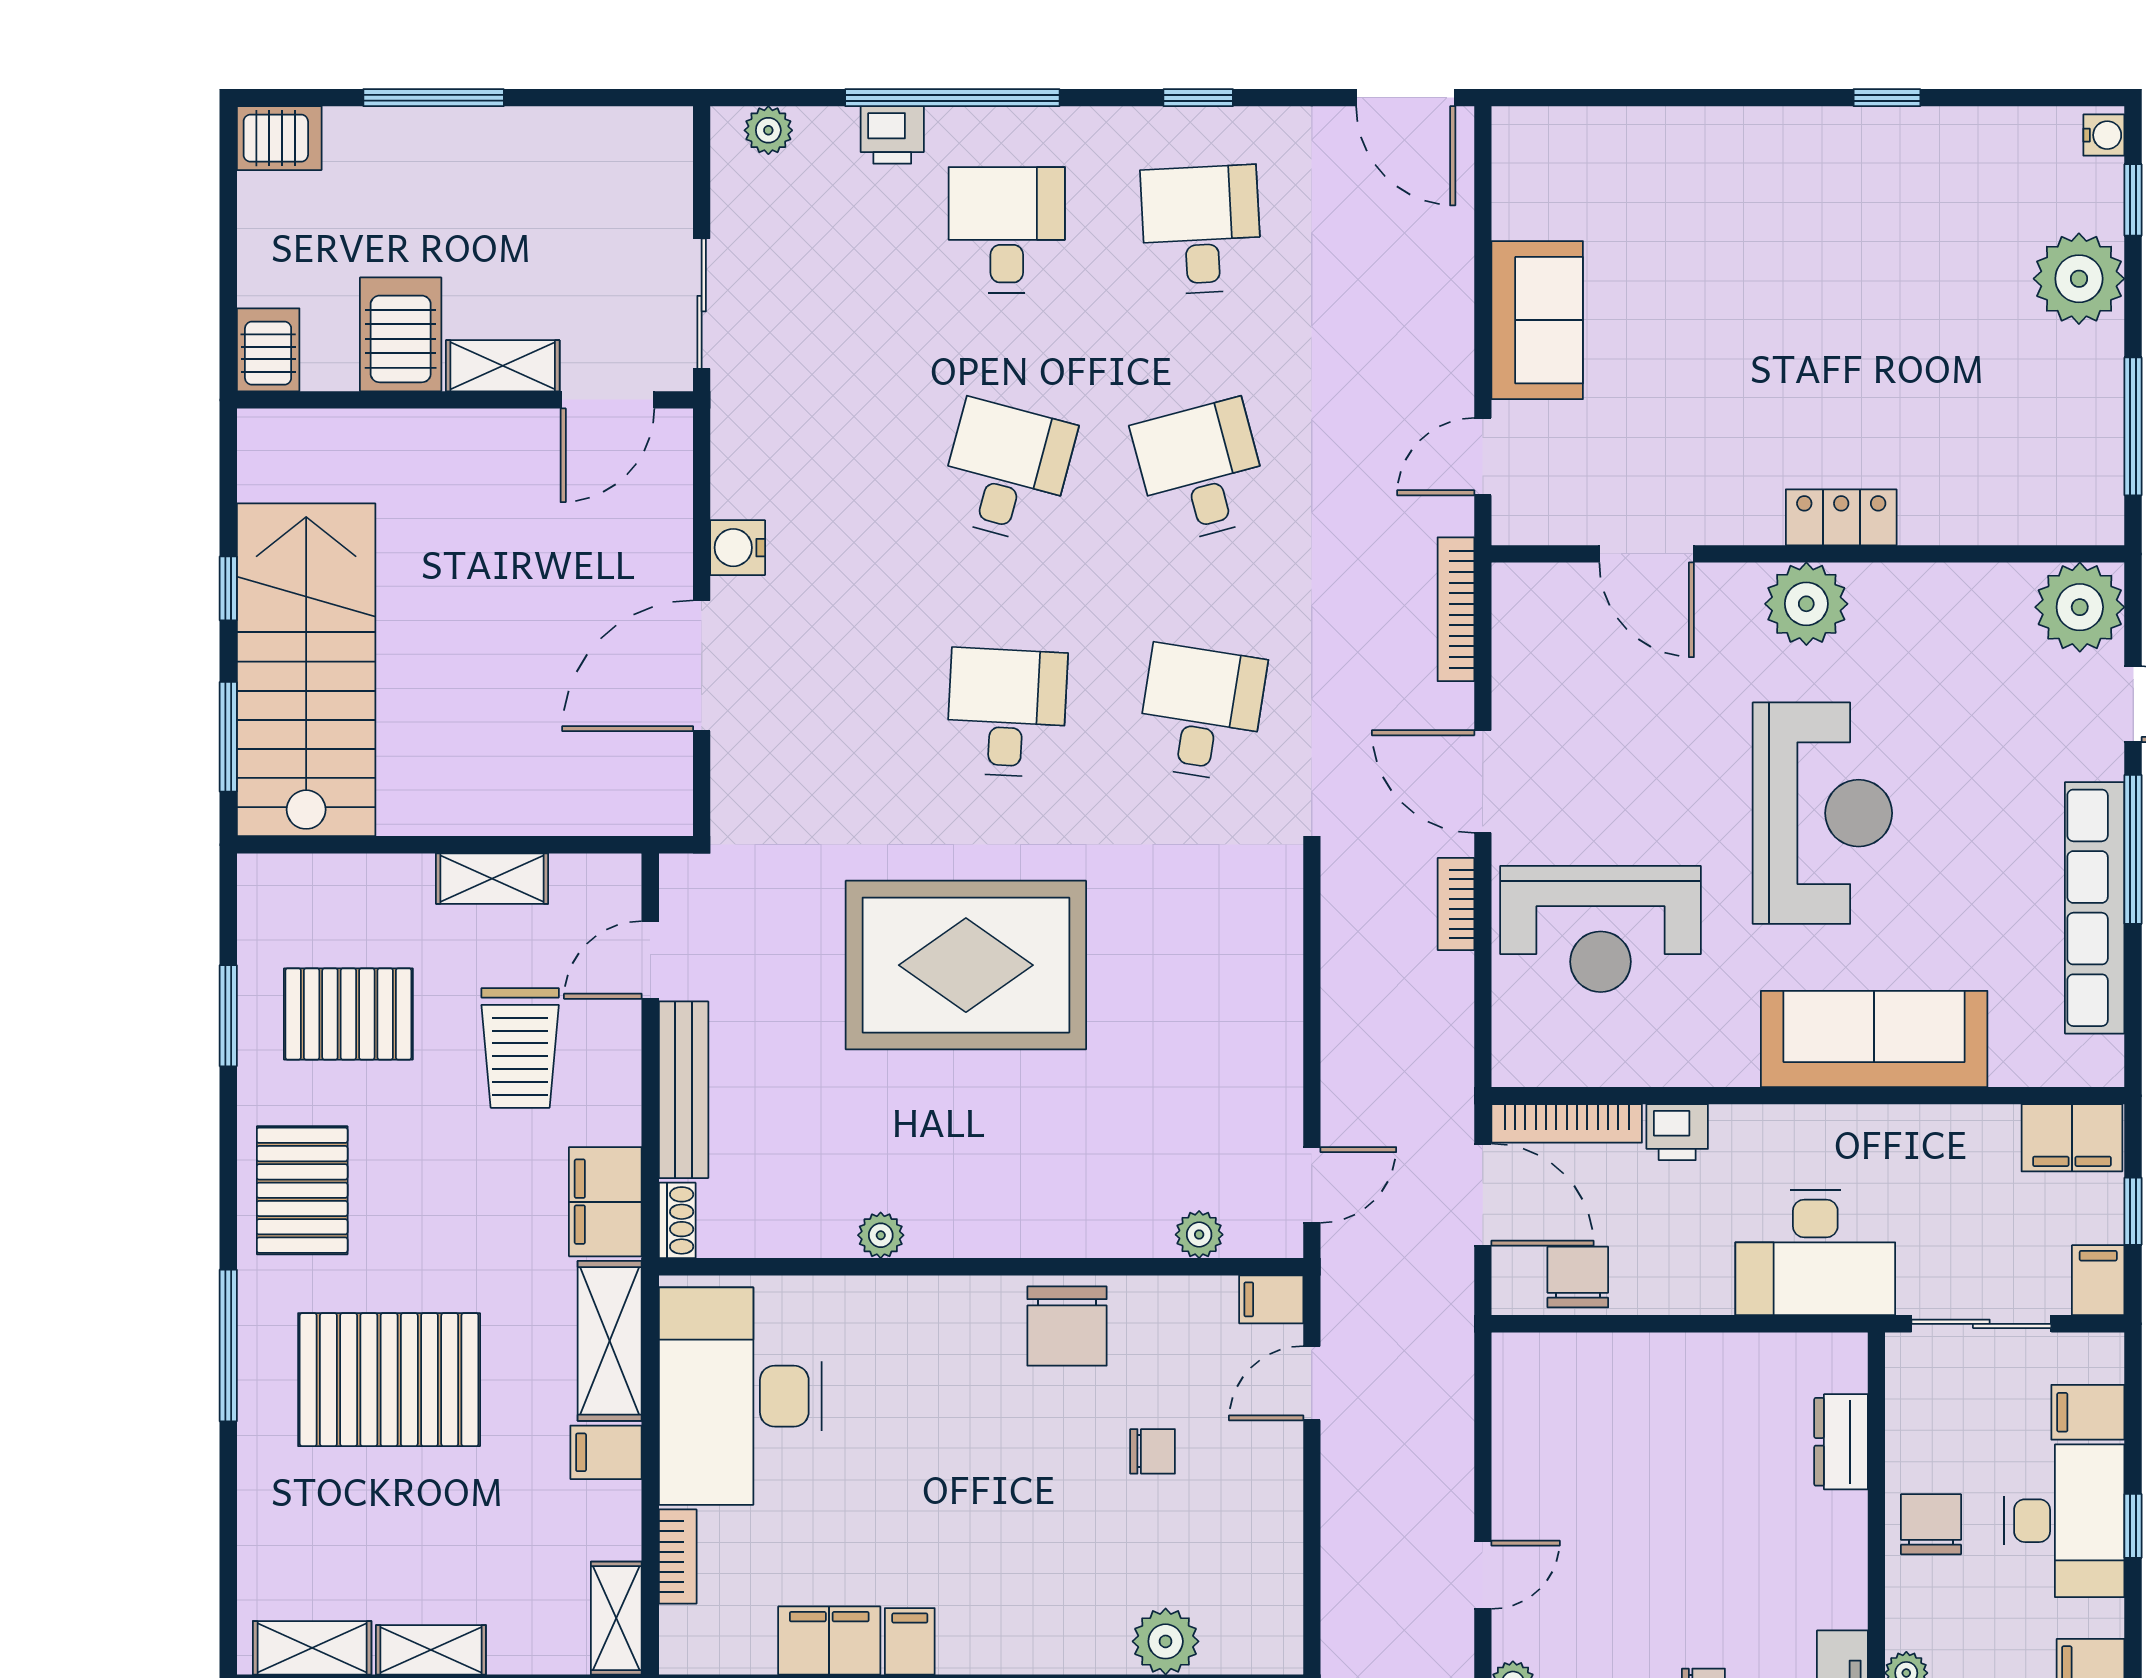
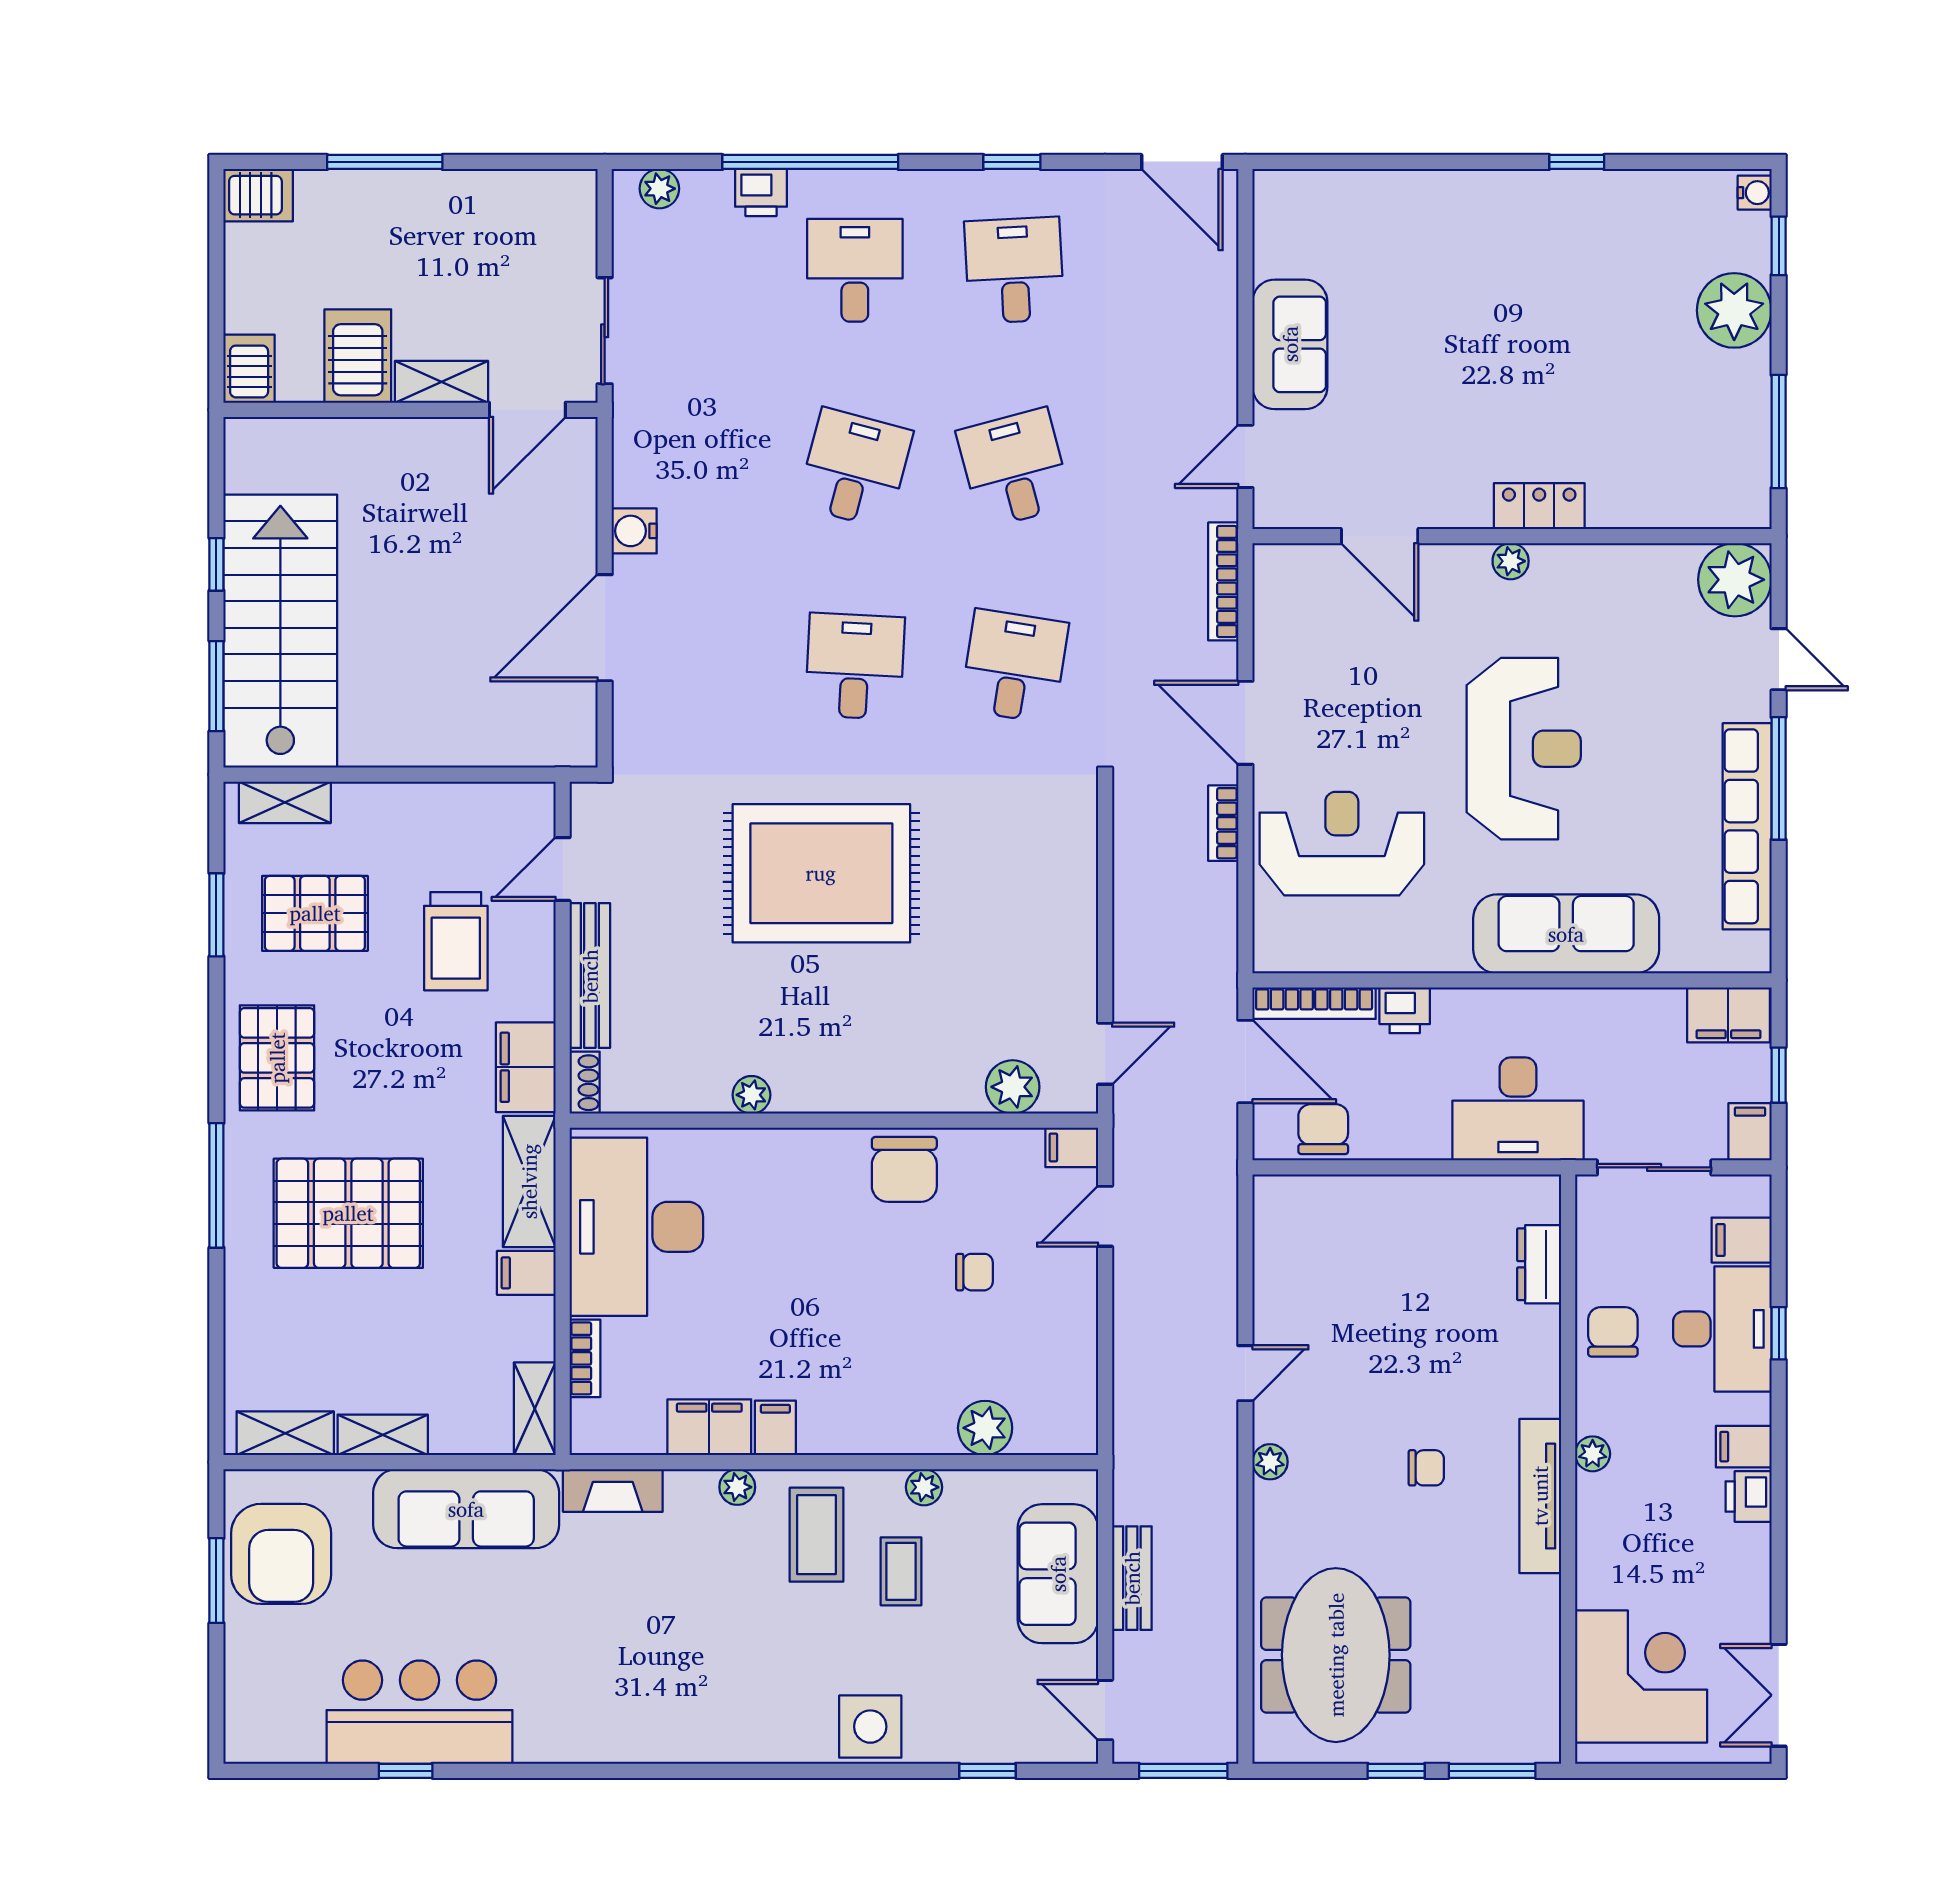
plant: (1806, 604) -> (1511, 561), width x0.53, depth x0.53
shelving: (492, 879) -> (285, 802), moved
reception desk: (1601, 929) -> (1342, 844), turned 180
plant: (1199, 1235) -> (1013, 1087), width x1.38, depth x1.38

